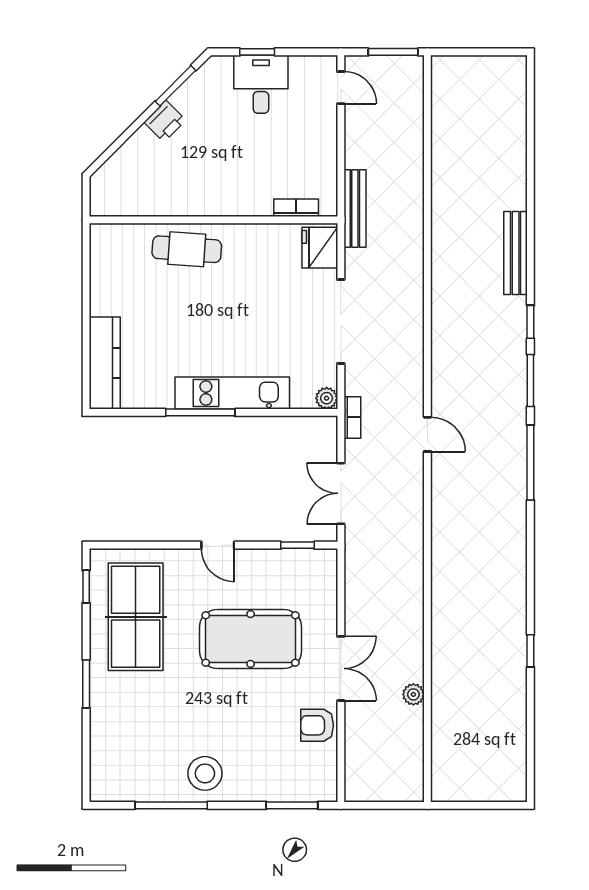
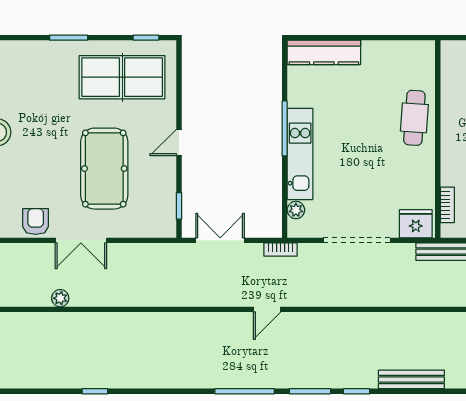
plant: (327, 398) -> (296, 210), moved

